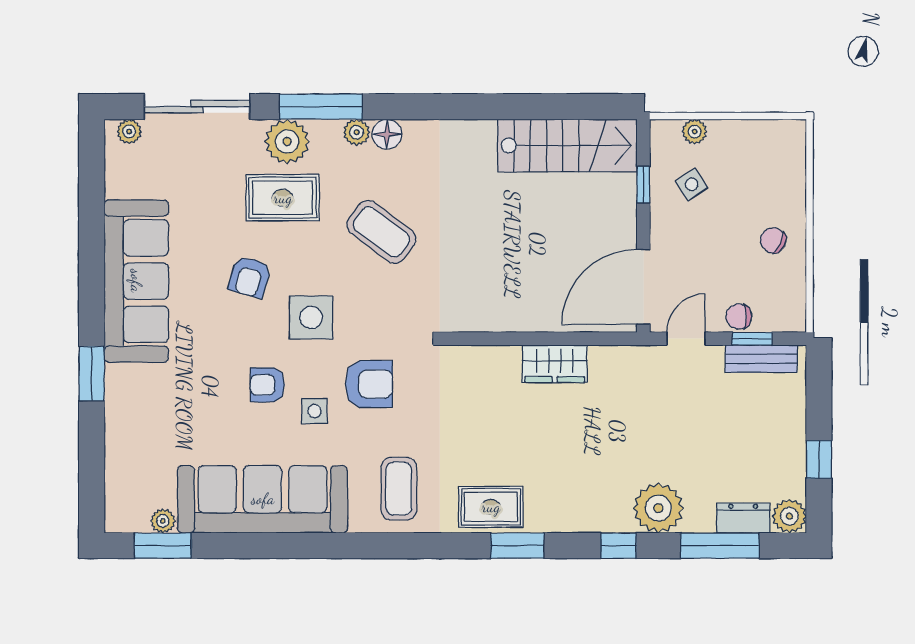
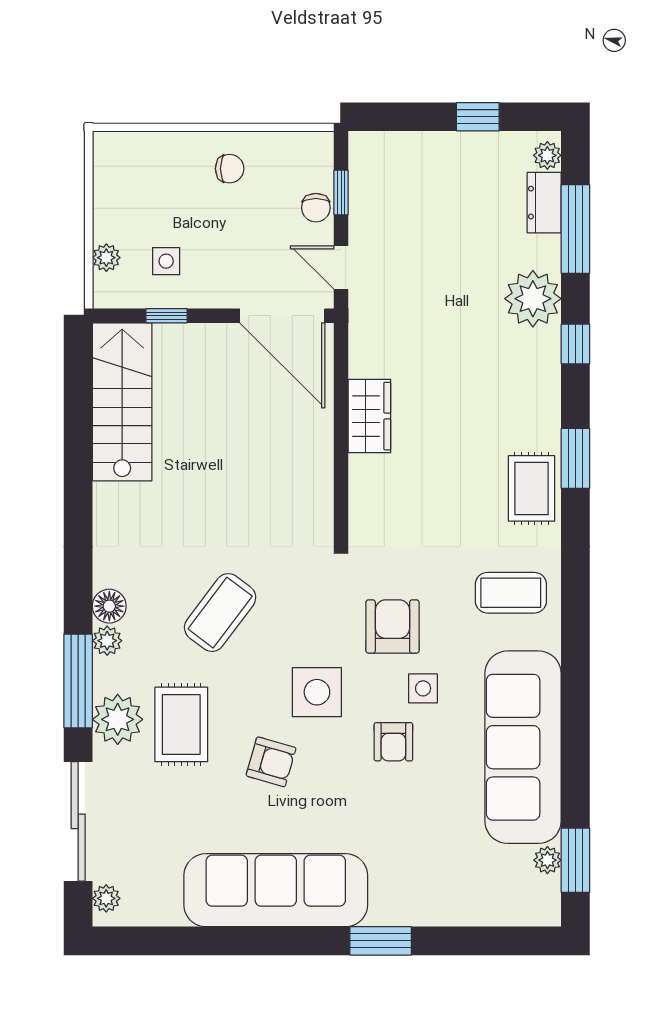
side table: (692, 184) -> (166, 261), turned 33
chair: (773, 240) -> (230, 169), turned -117
bench: (761, 359) -> (364, 182), removed
plant: (789, 516) -> (547, 155), width x0.73, depth x0.73

